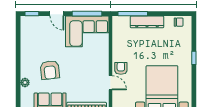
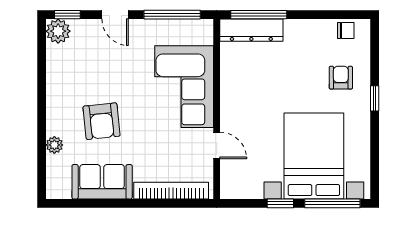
plant: (27, 22) -> (58, 31), added
dresser: (147, 22) -> (251, 30), moved
corner sofa: (87, 31) -> (184, 87), moved, turned 90
armchair: (121, 68) -> (341, 78), moved

